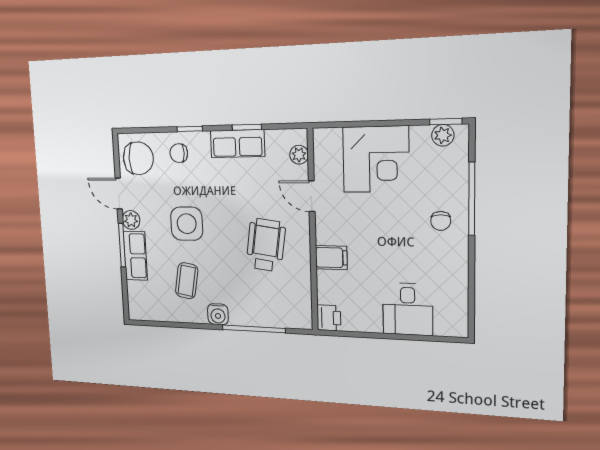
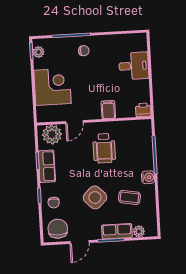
plant: (299, 155) -> (52, 134), width x1.88, depth x1.88
plant: (131, 220) -> (139, 231), moved
side table: (187, 224) -> (95, 197), turned 45
wheelchair: (266, 245) -> (104, 148), turned -98

